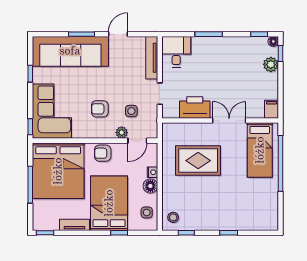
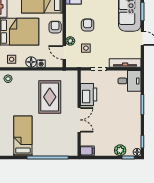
bed: (260, 150) -> (23, 136), moved, turned 90

